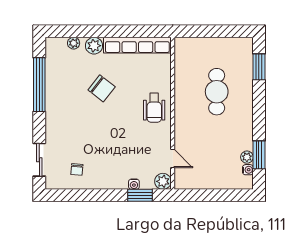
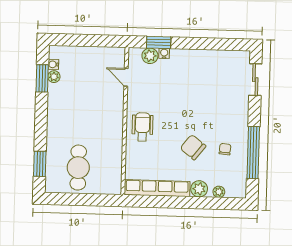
cafe table: (217, 92) -> (78, 168), moved
chair: (77, 169) -> (225, 149), moved
plant: (163, 181) -> (150, 56), moved

